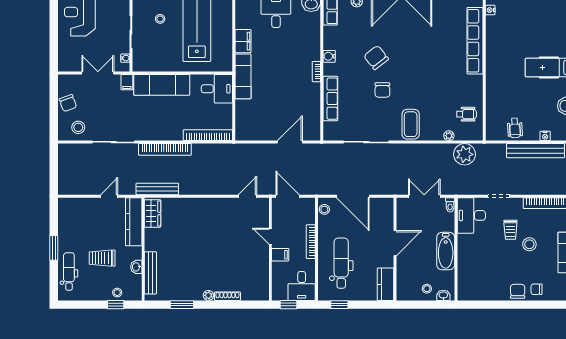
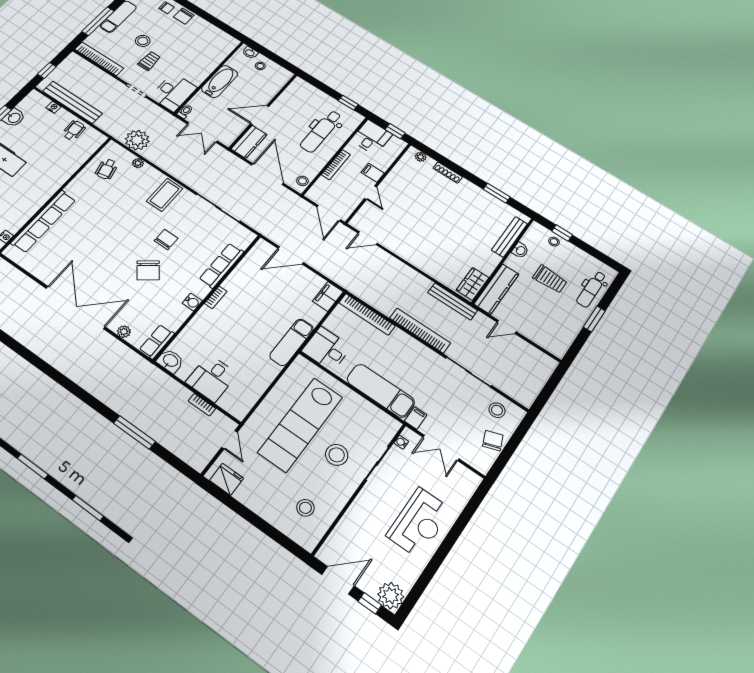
stool: (160, 19) -> (337, 455), width x1.89, depth x1.89
filing cabinet: (243, 41) -> (328, 296), moved
wheelchair: (466, 114) -> (107, 169), turned -103
kitchen counter: (385, 284) -> (249, 142), moved
plant: (208, 295) -> (421, 157), moved

